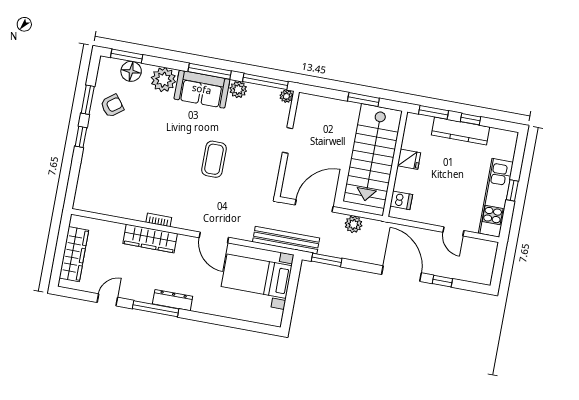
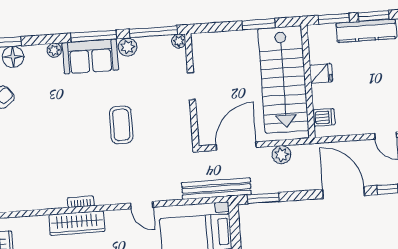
plant: (163, 80) -> (54, 50), width x0.53, depth x0.53
window: (471, 119) -> (373, 16), width x1.50
door: (214, 238) -> (142, 205), width x0.73

